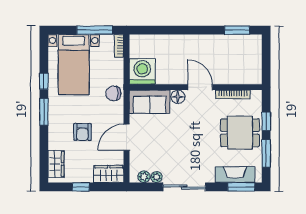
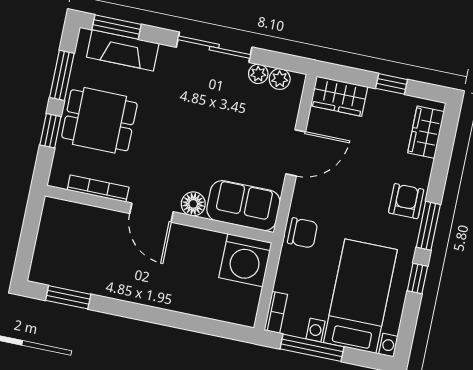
armchair: (82, 132) -> (406, 201), moved

